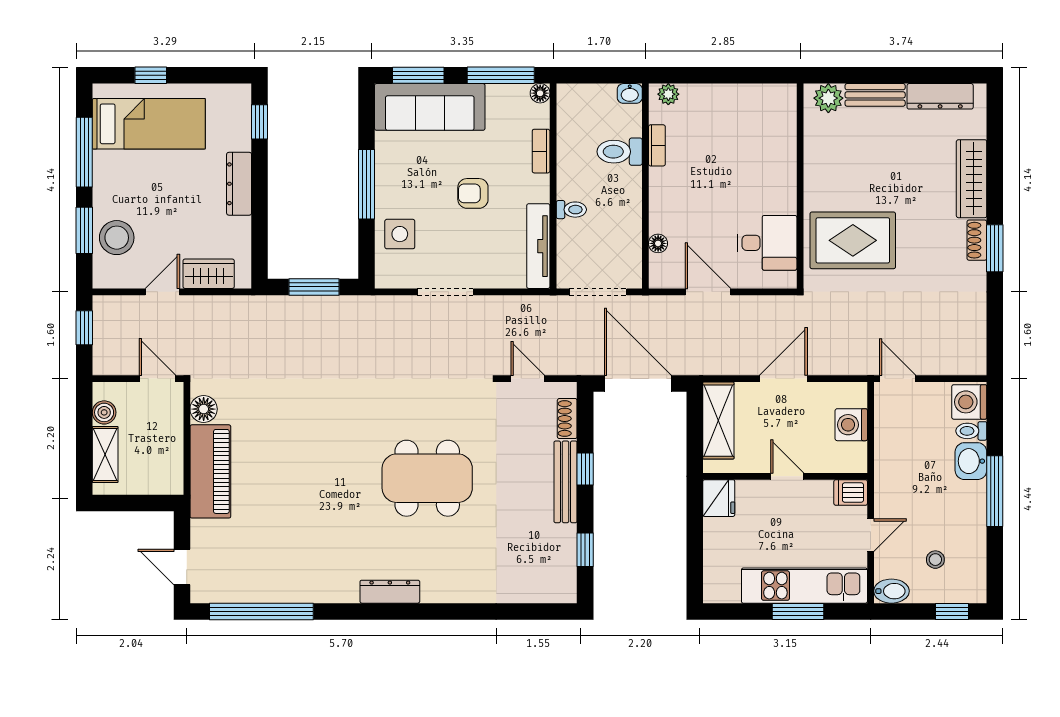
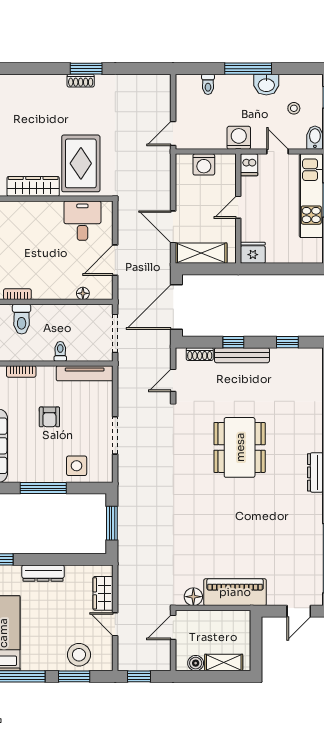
wardrobe: (972, 179) -> (33, 186), moved, turned 180
door: (783, 379) -> (173, 227), moved
washing machine: (969, 402) -> (239, 138), moved, turned 180
washbasin: (971, 461) -> (266, 85), moved

